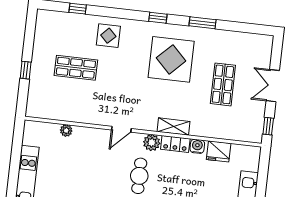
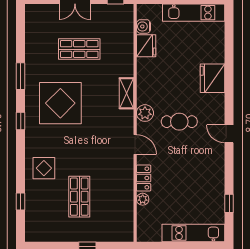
locker: (175, 144) -> (144, 178), moved
water cooler: (197, 146) -> (143, 26), moved

